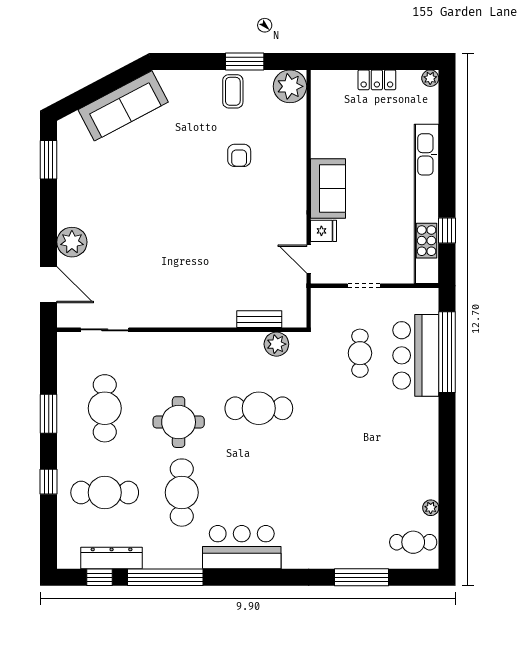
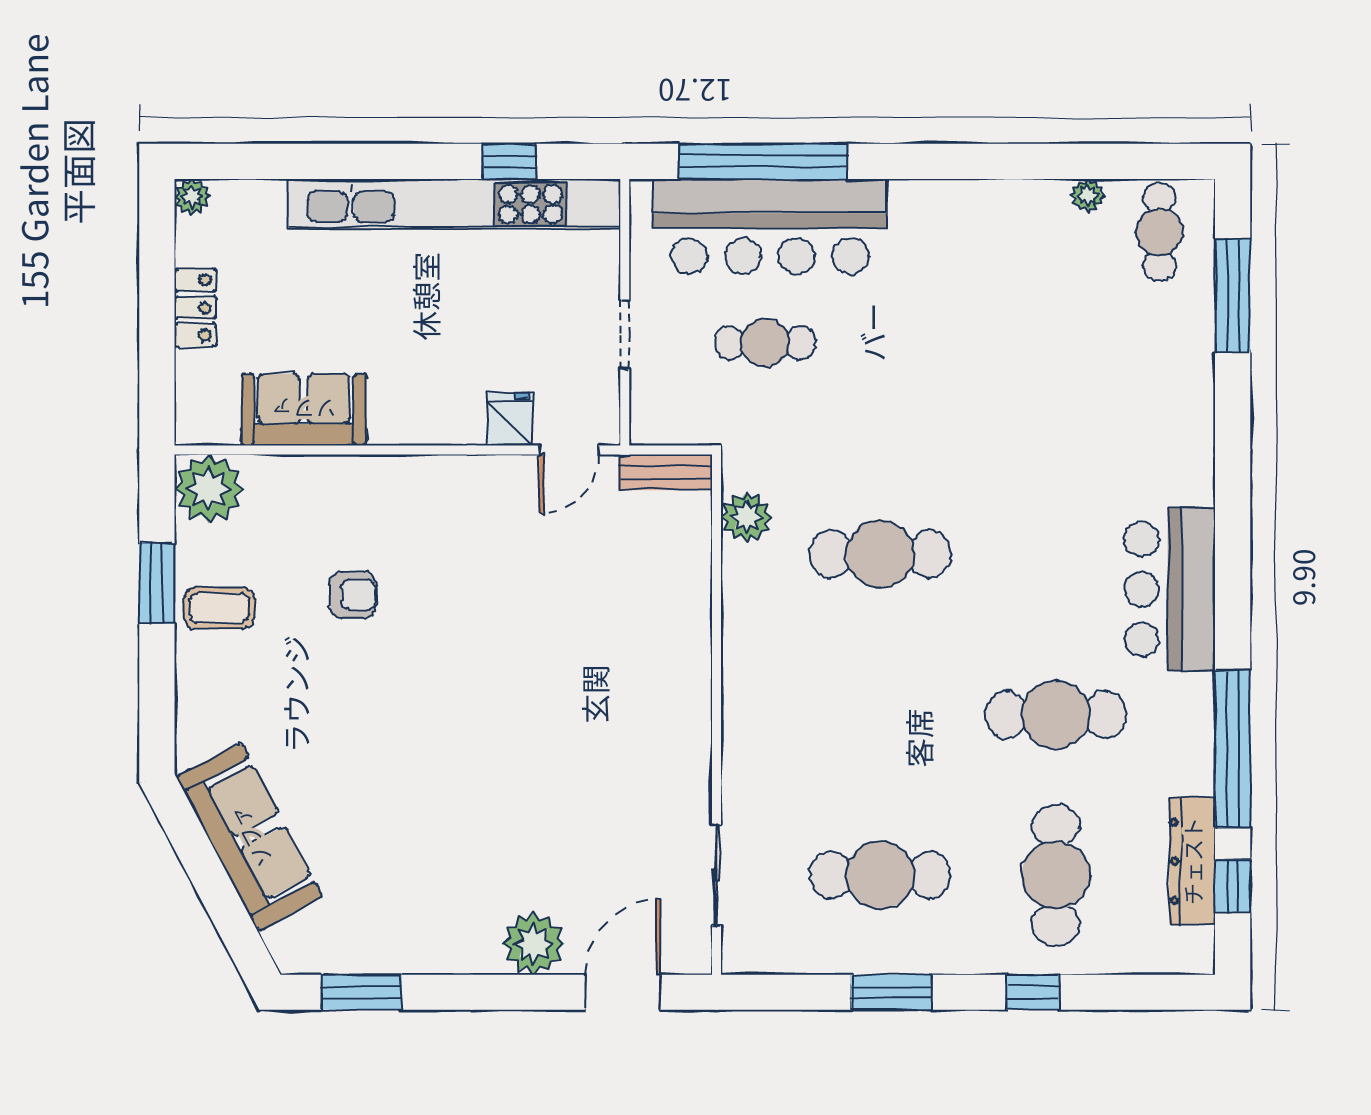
sofa: (328, 189) -> (304, 410), moved
bench: (259, 319) -> (665, 472), moved, turned 90
bar counter: (416, 355) -> (770, 227), width x1.36
cafe table: (259, 408) -> (880, 554), turned 90
round table: (179, 422) -> (909, 721), removed
window: (361, 577) -> (1233, 295), moved

